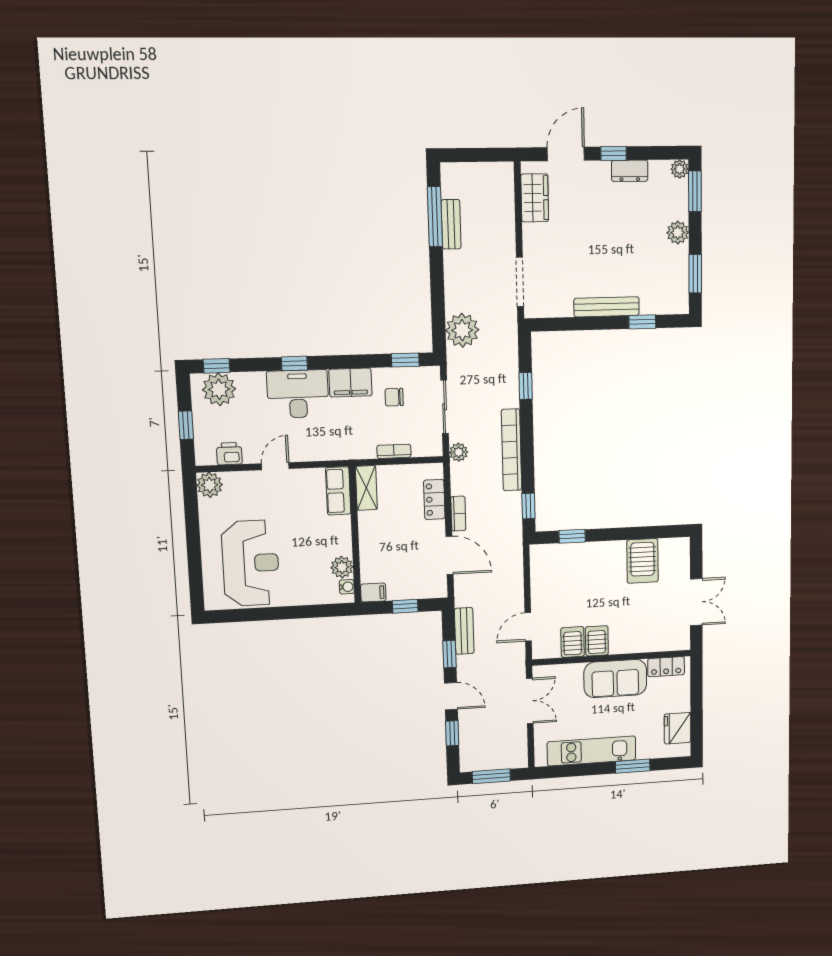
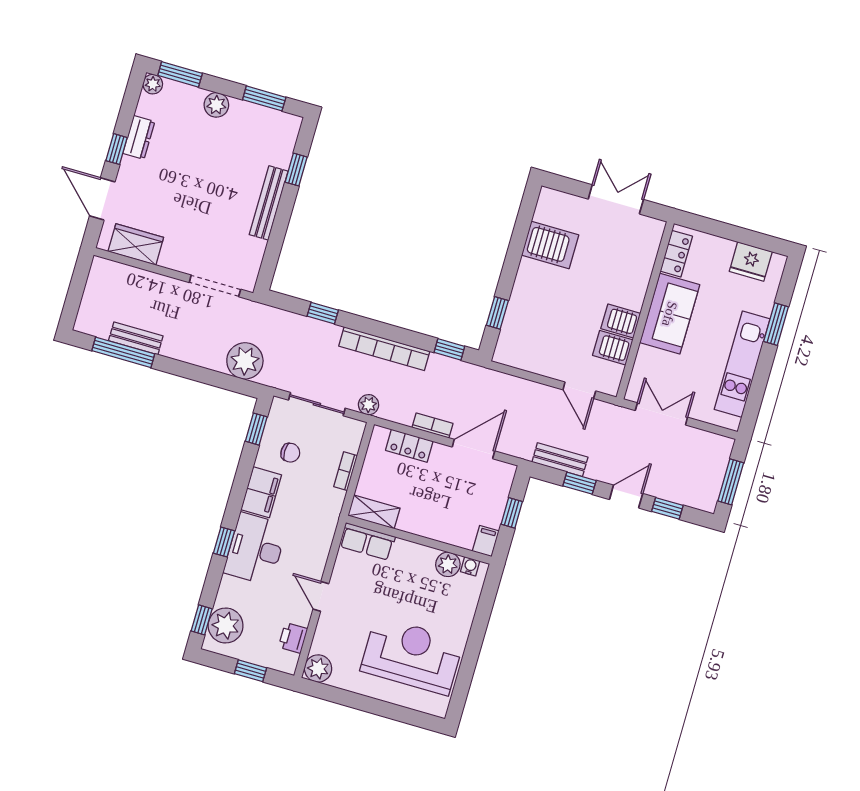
chair: (394, 397) -> (290, 453), turned -90

